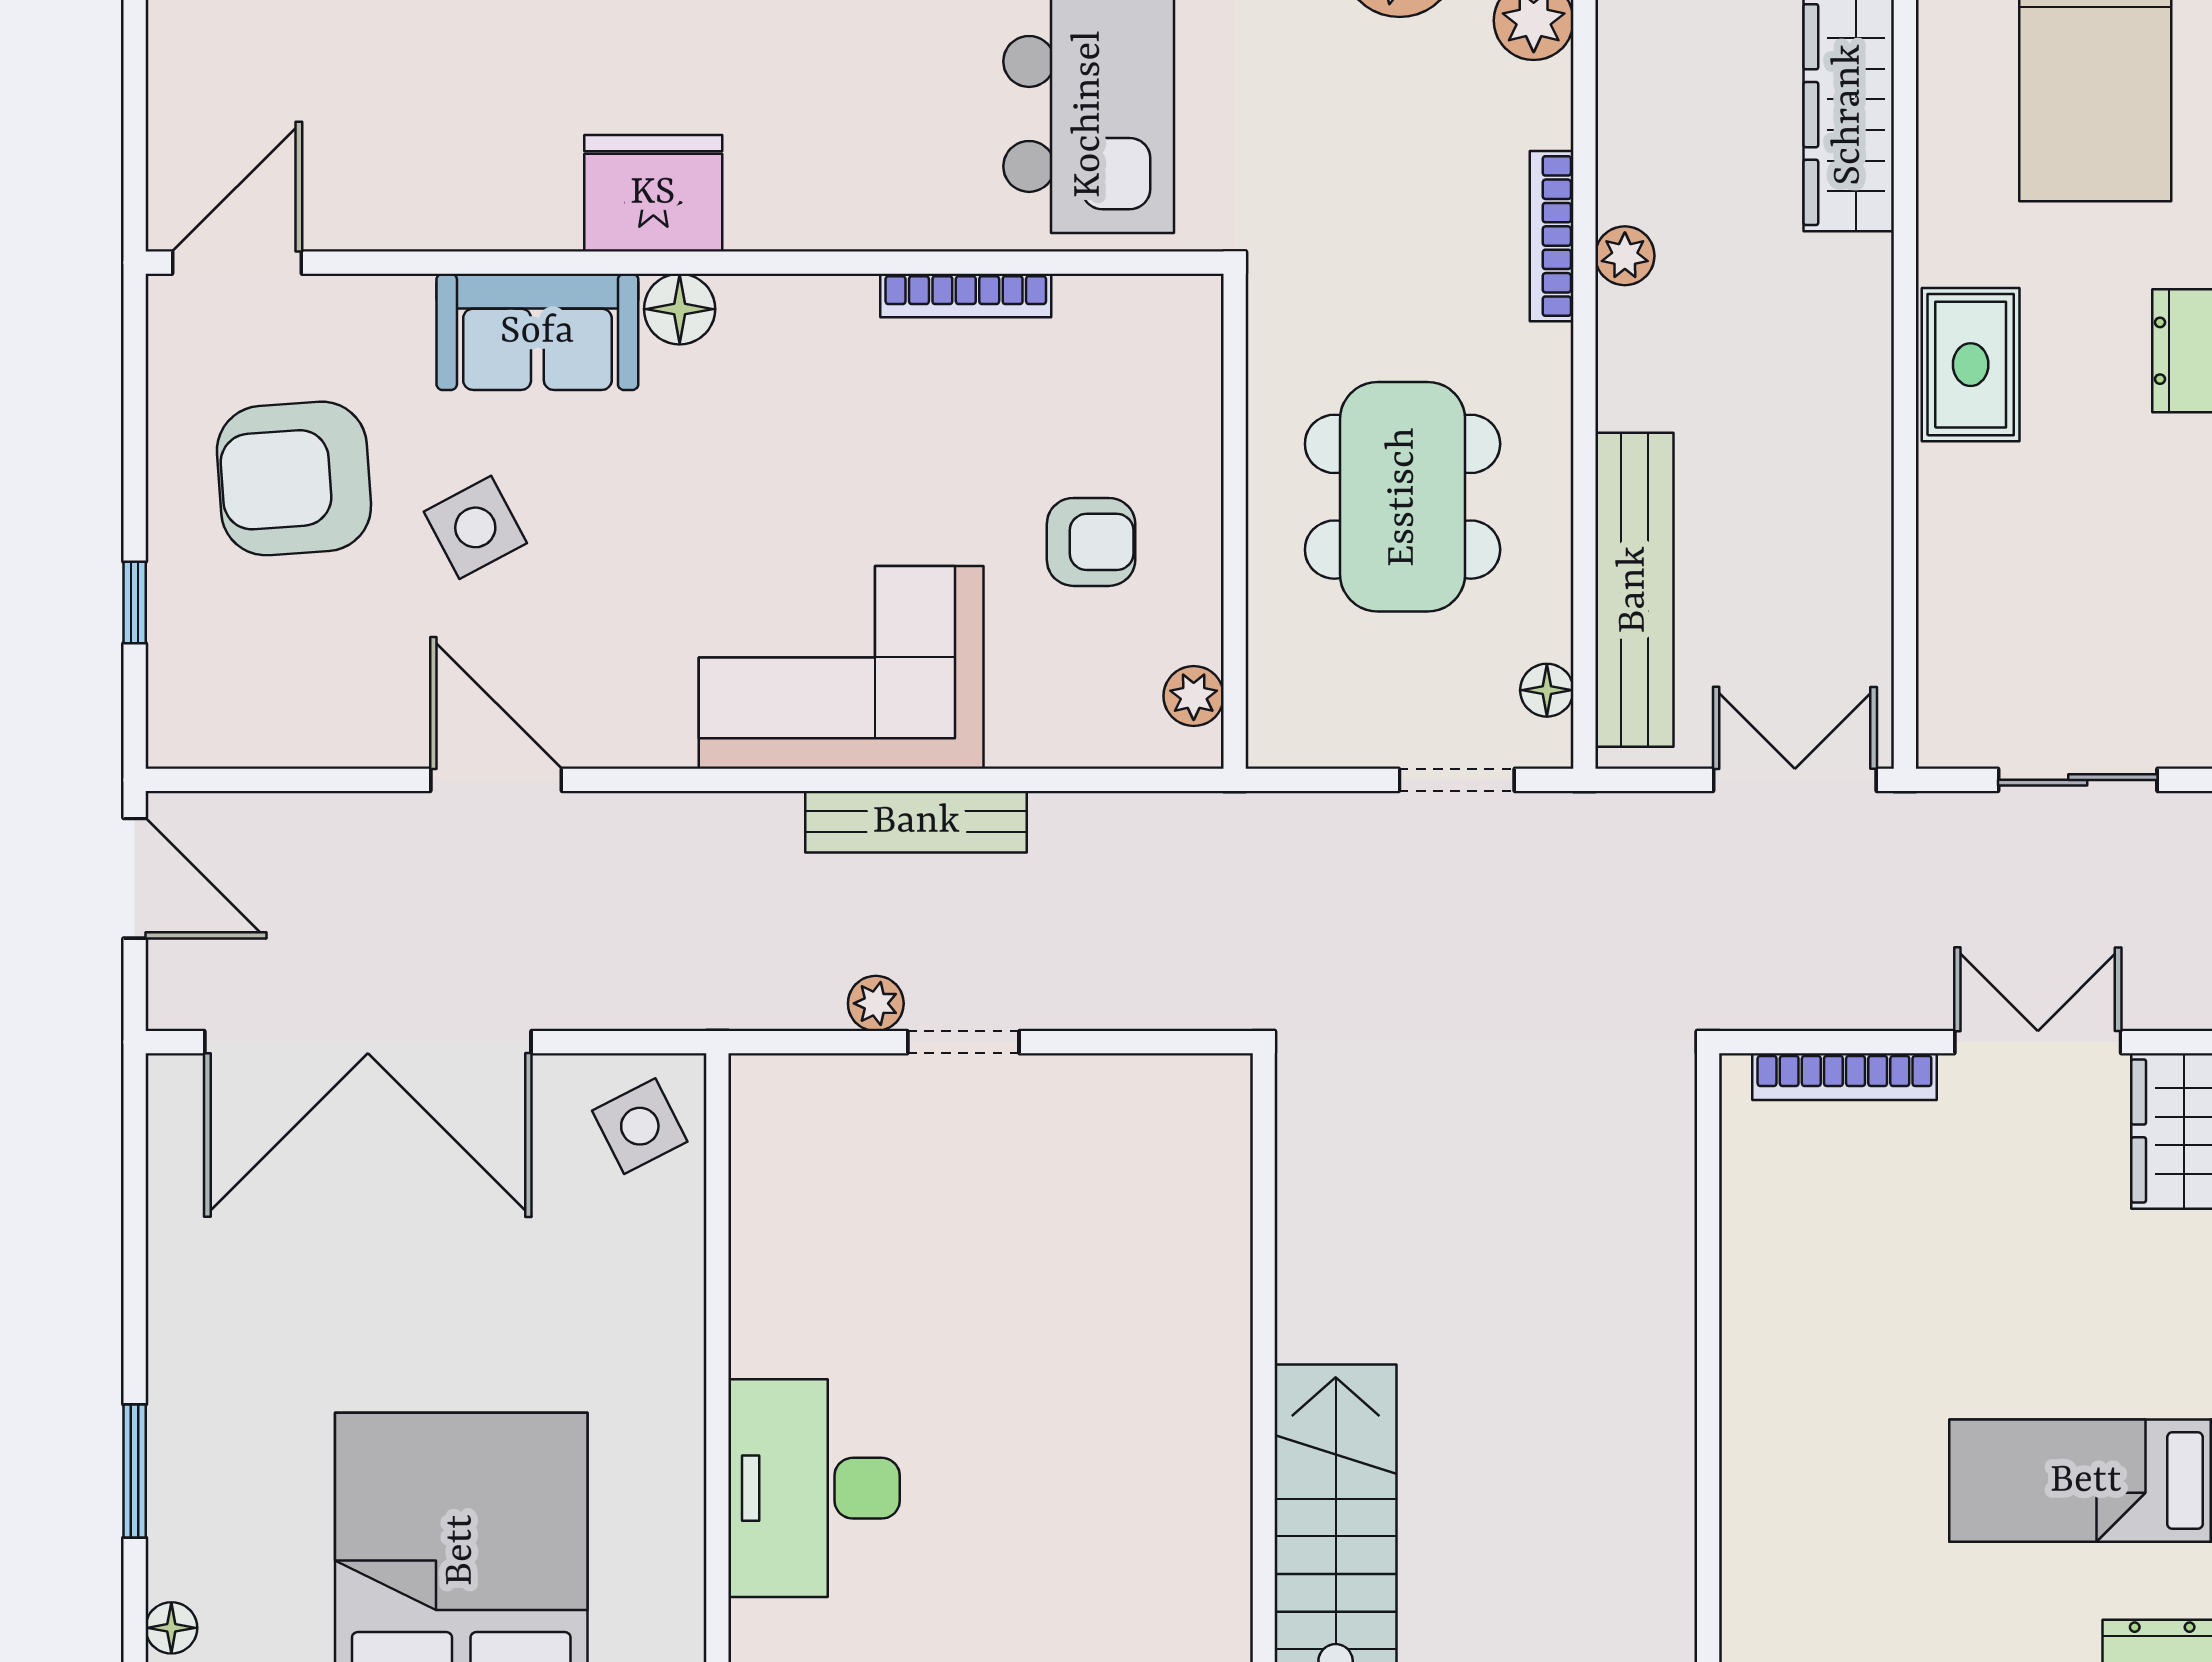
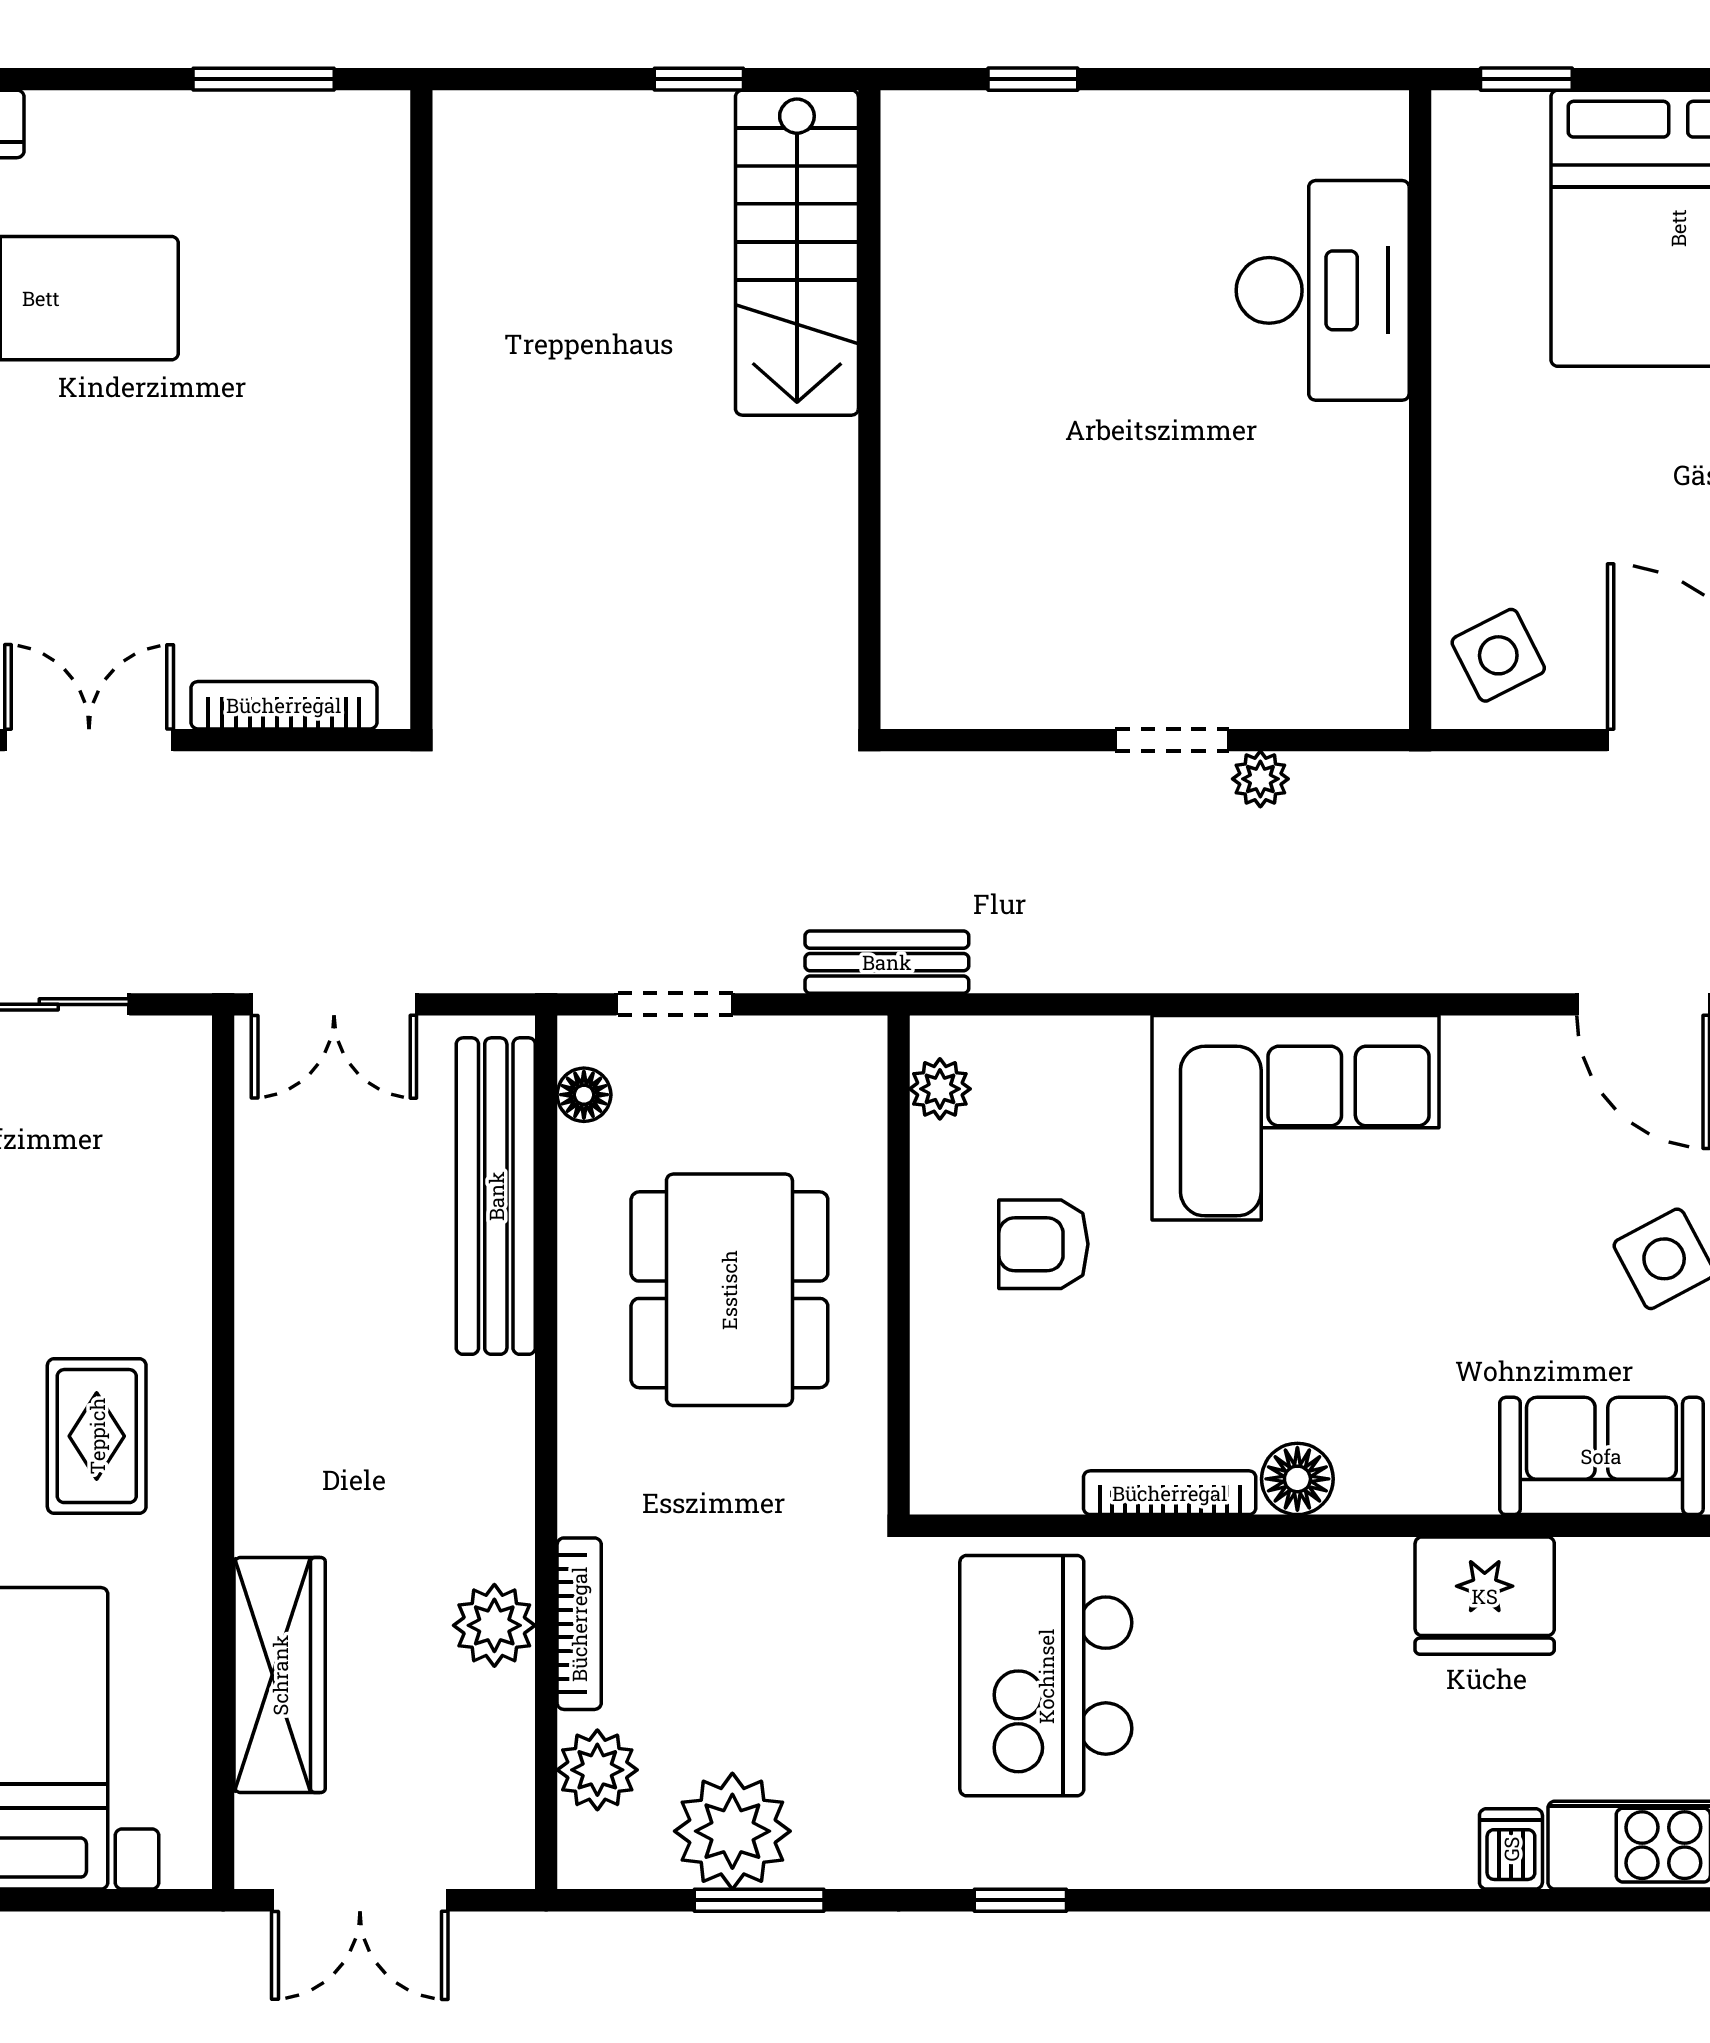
bookcase: (1552, 236) -> (579, 1624), moved
plant: (1625, 256) -> (494, 1625), moved, width x1.38, depth x1.38
floor lamp: (680, 309) -> (1297, 1479), moved
rug: (1971, 365) -> (97, 1436), moved
bench: (916, 822) -> (887, 962), moved, width x0.73
double door: (2038, 1042) -> (89, 740), swing flipped

